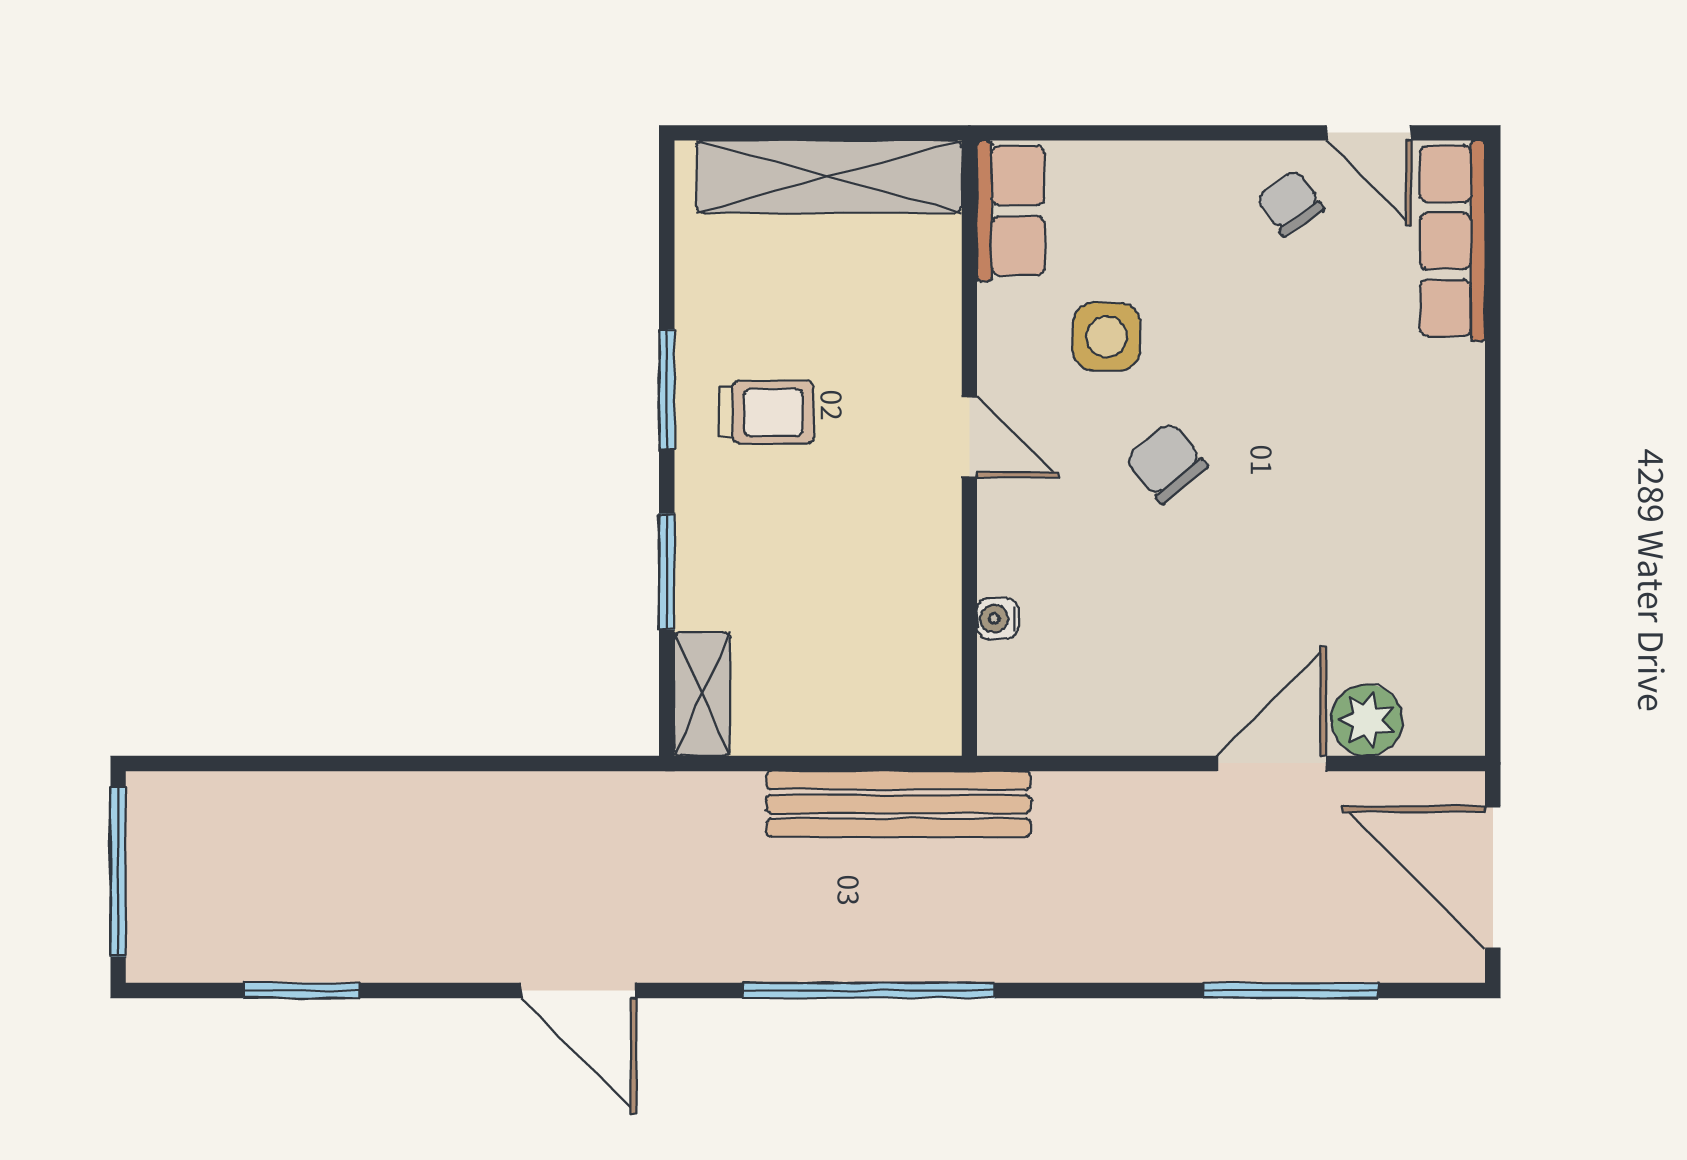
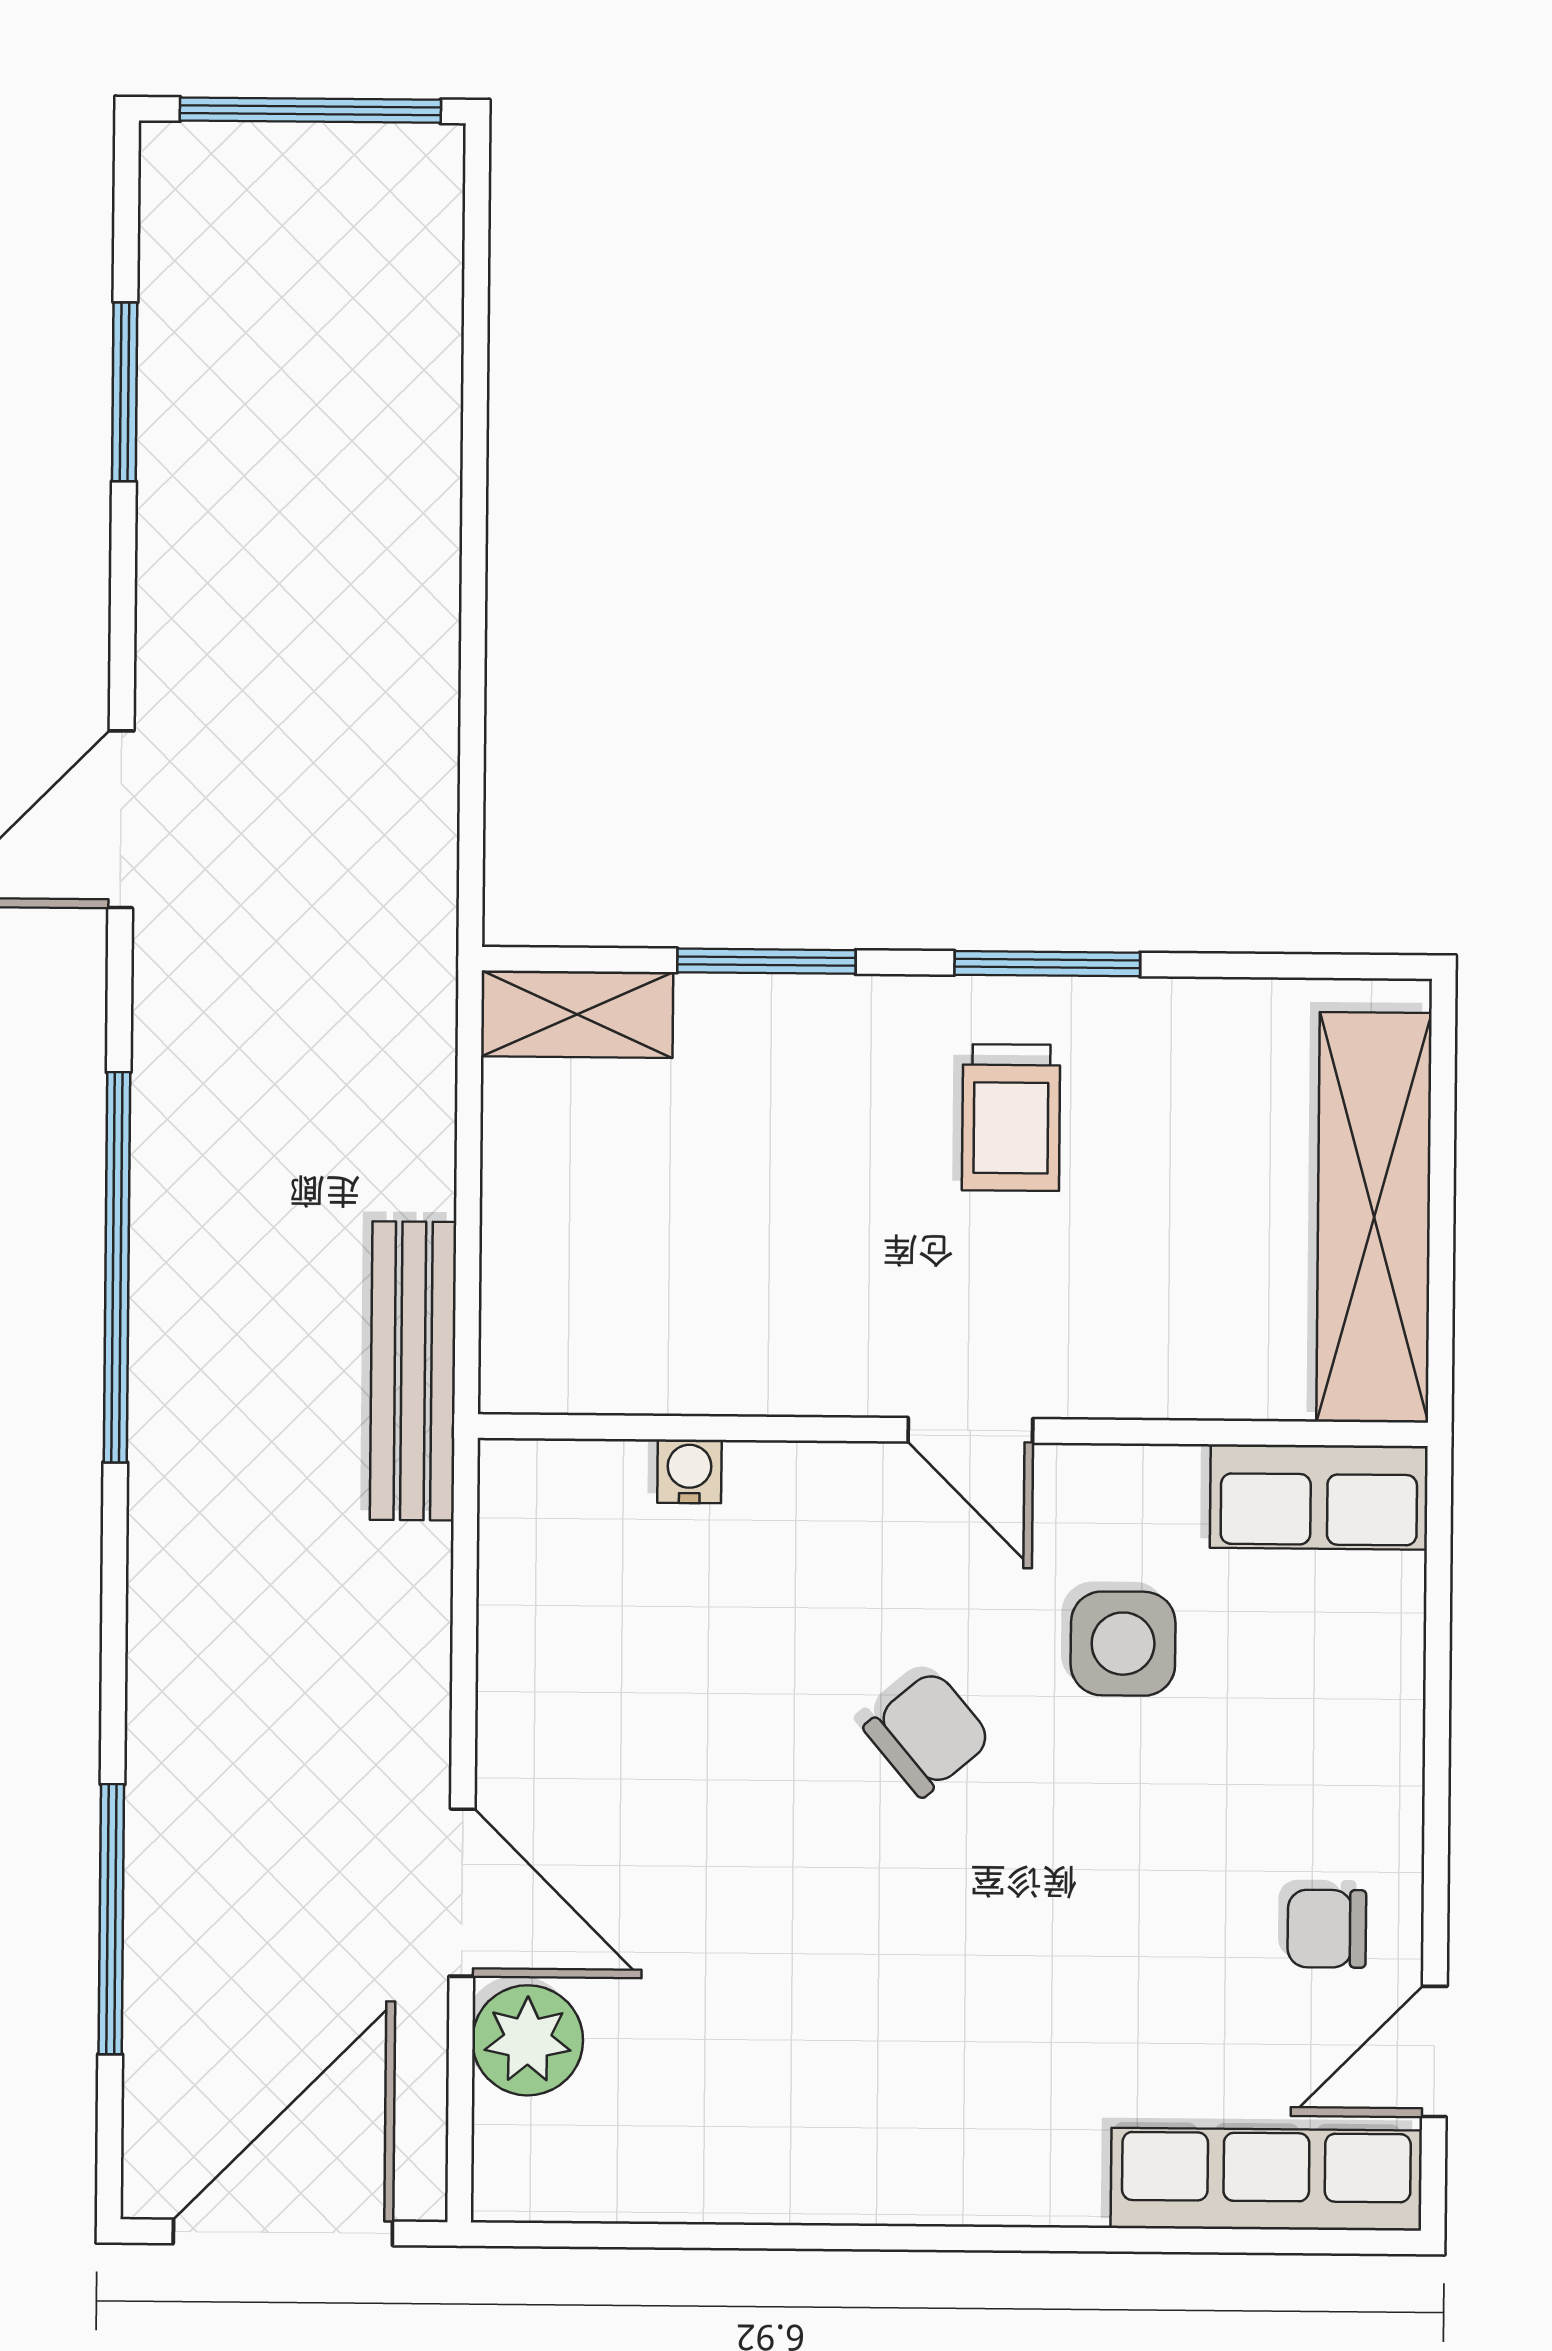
chair: (1290, 203) -> (1327, 1929), turned -145
door: (969, 437) -> (970, 1430), hinge flipped
bench: (899, 804) -> (413, 1371), width x0.73, depth x0.82

